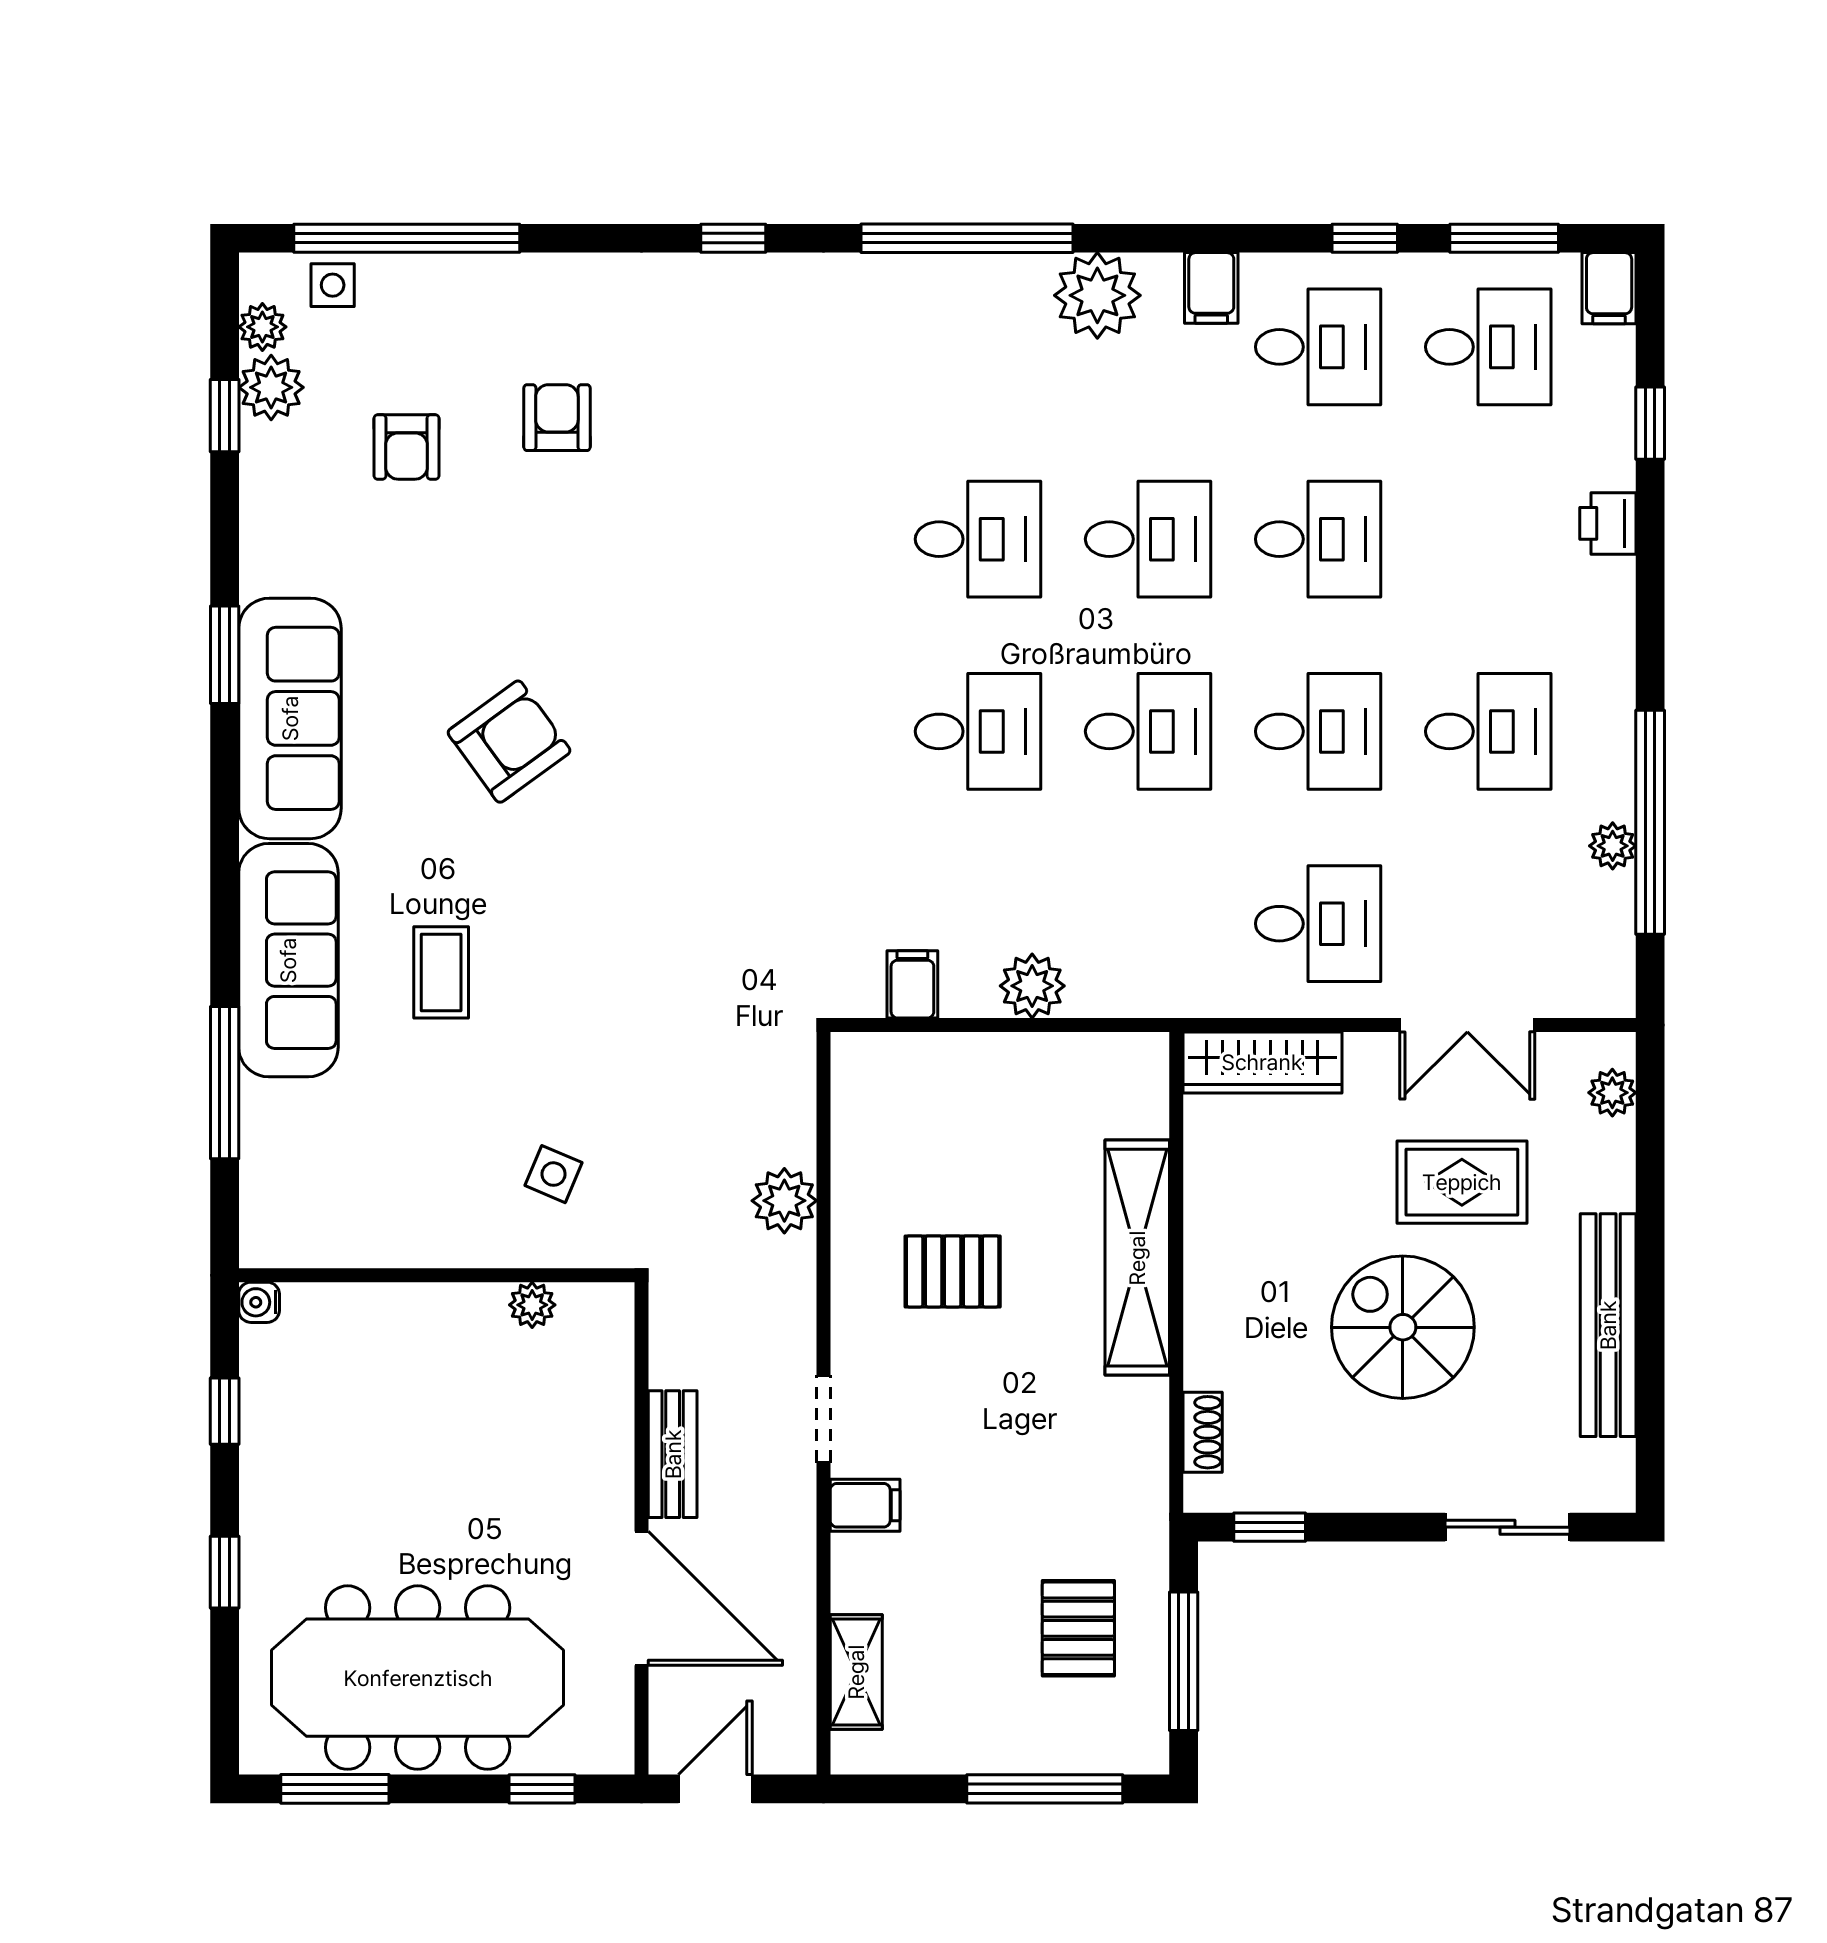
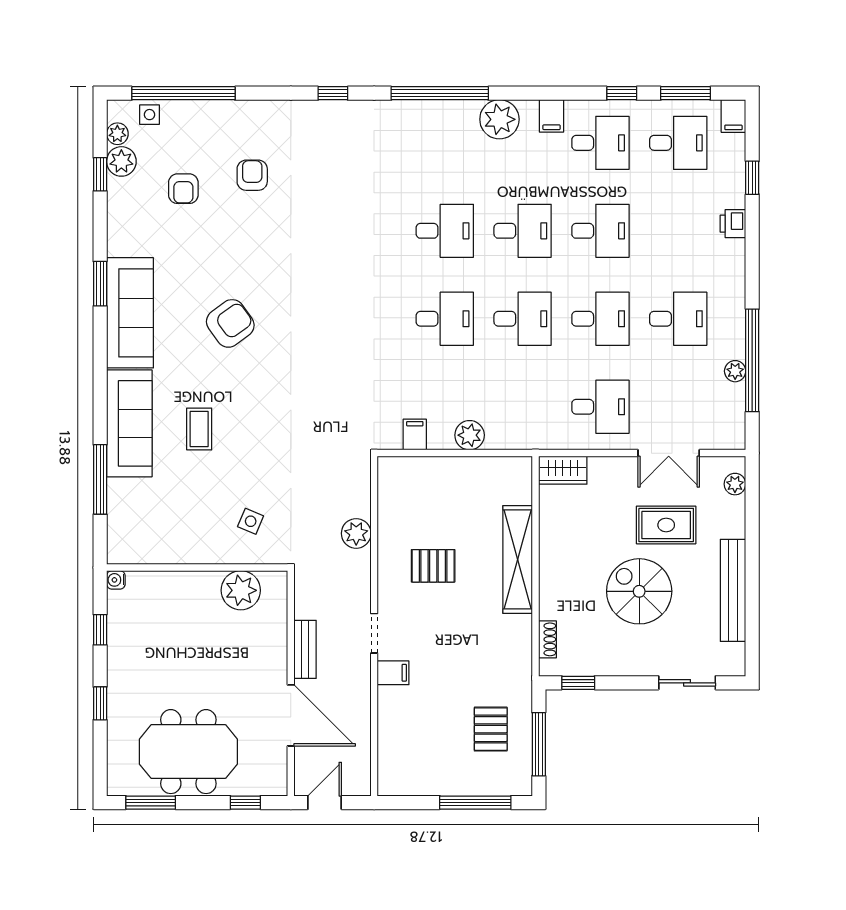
wardrobe: (1262, 1062) -> (563, 470), width x0.67
plant: (532, 1305) -> (241, 590), width x1.88, depth x1.88
shelving: (856, 1672) -> (389, 749), removed
meeting table: (418, 1678) -> (188, 752), width x0.73

